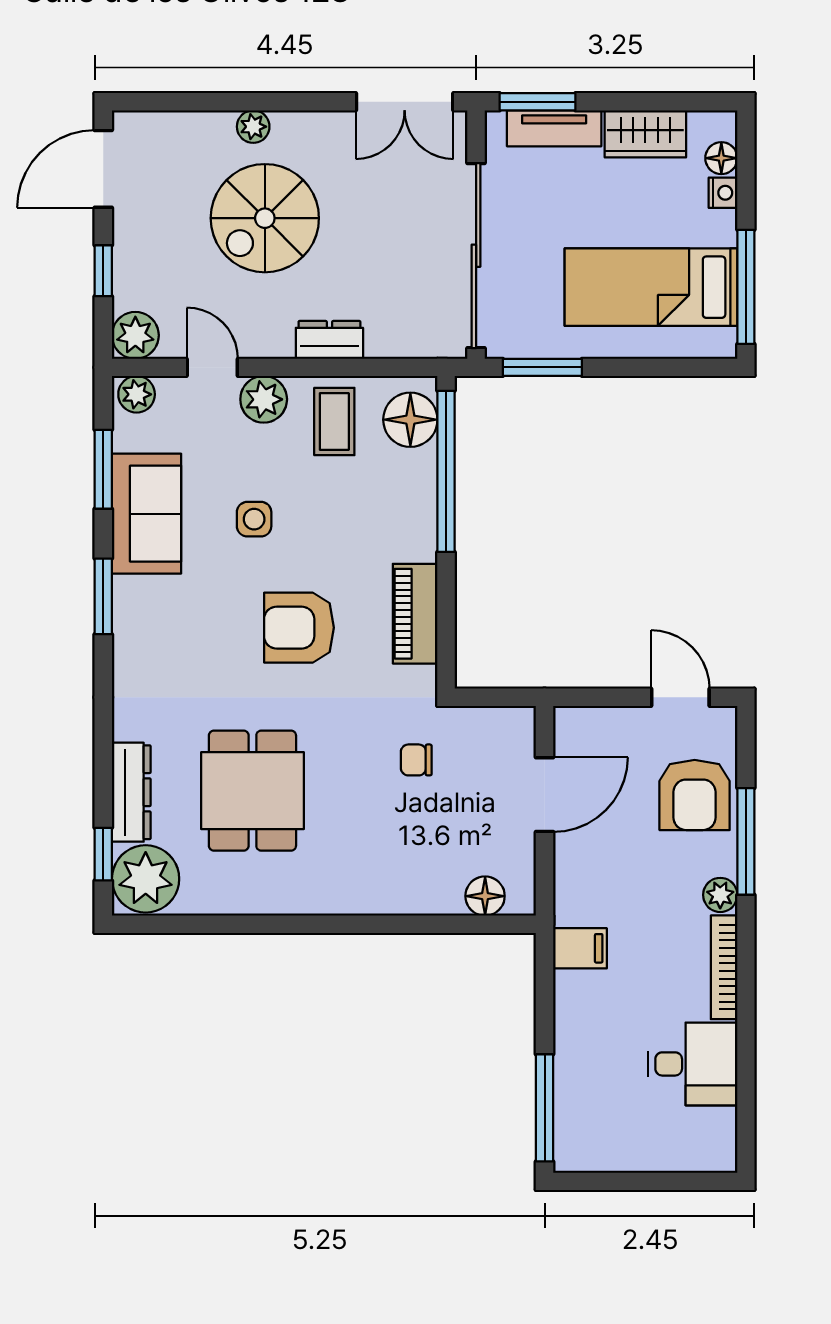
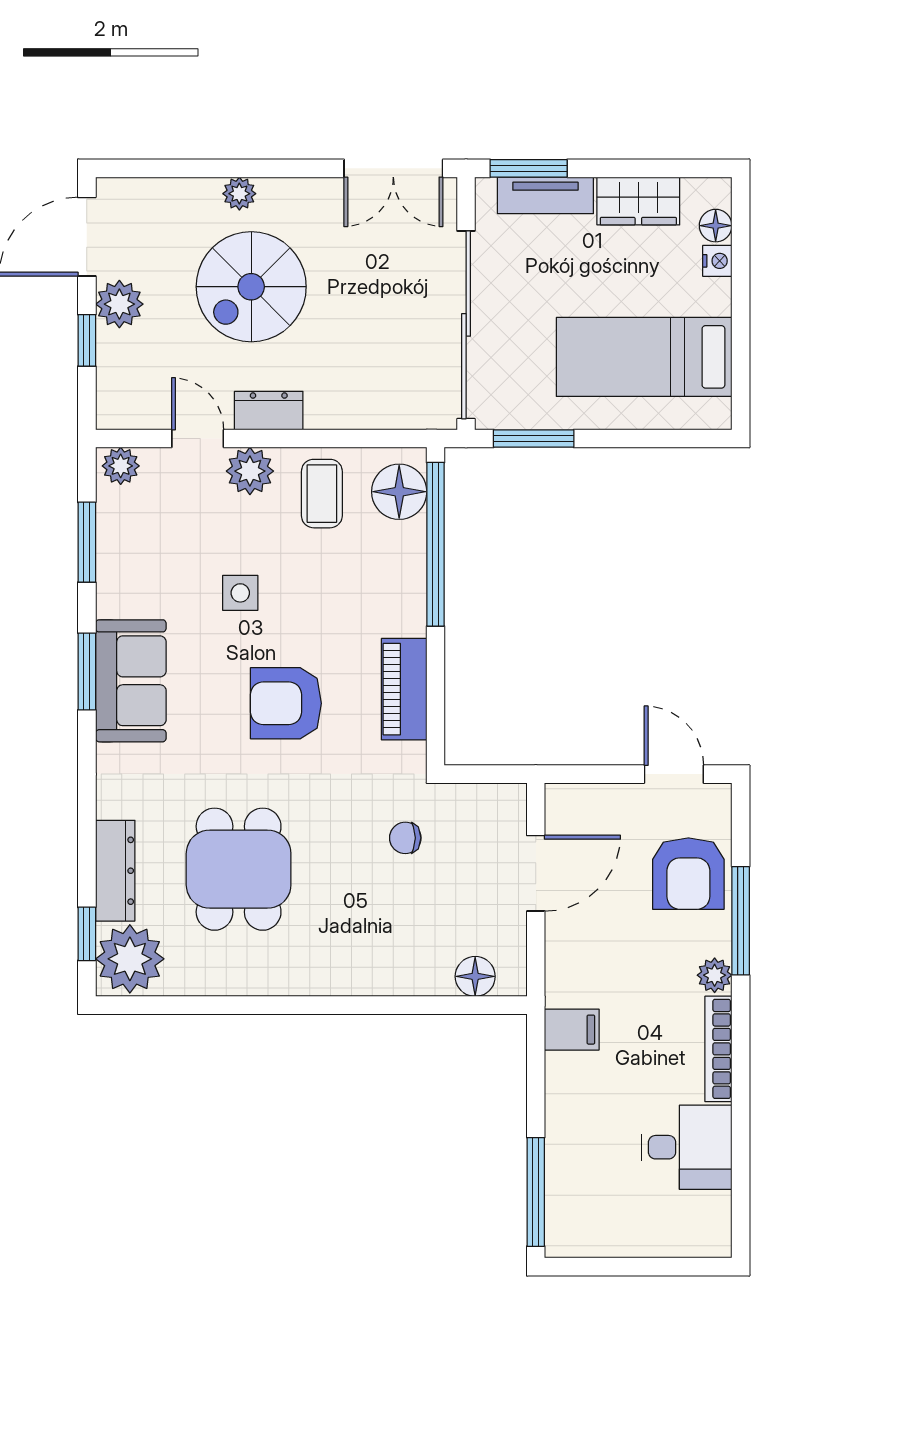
window: (746, 287) -> (741, 357), removed
plant: (135, 335) -> (119, 304), moved
dresser: (329, 340) -> (269, 411), moved
sofa: (147, 514) -> (131, 681), moved

